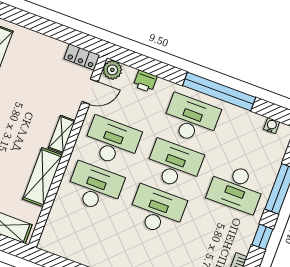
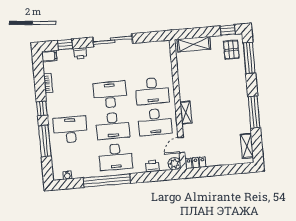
shelving: (43, 177) -> (185, 83), removed
desk: (157, 210) -> (110, 95), turned 180

